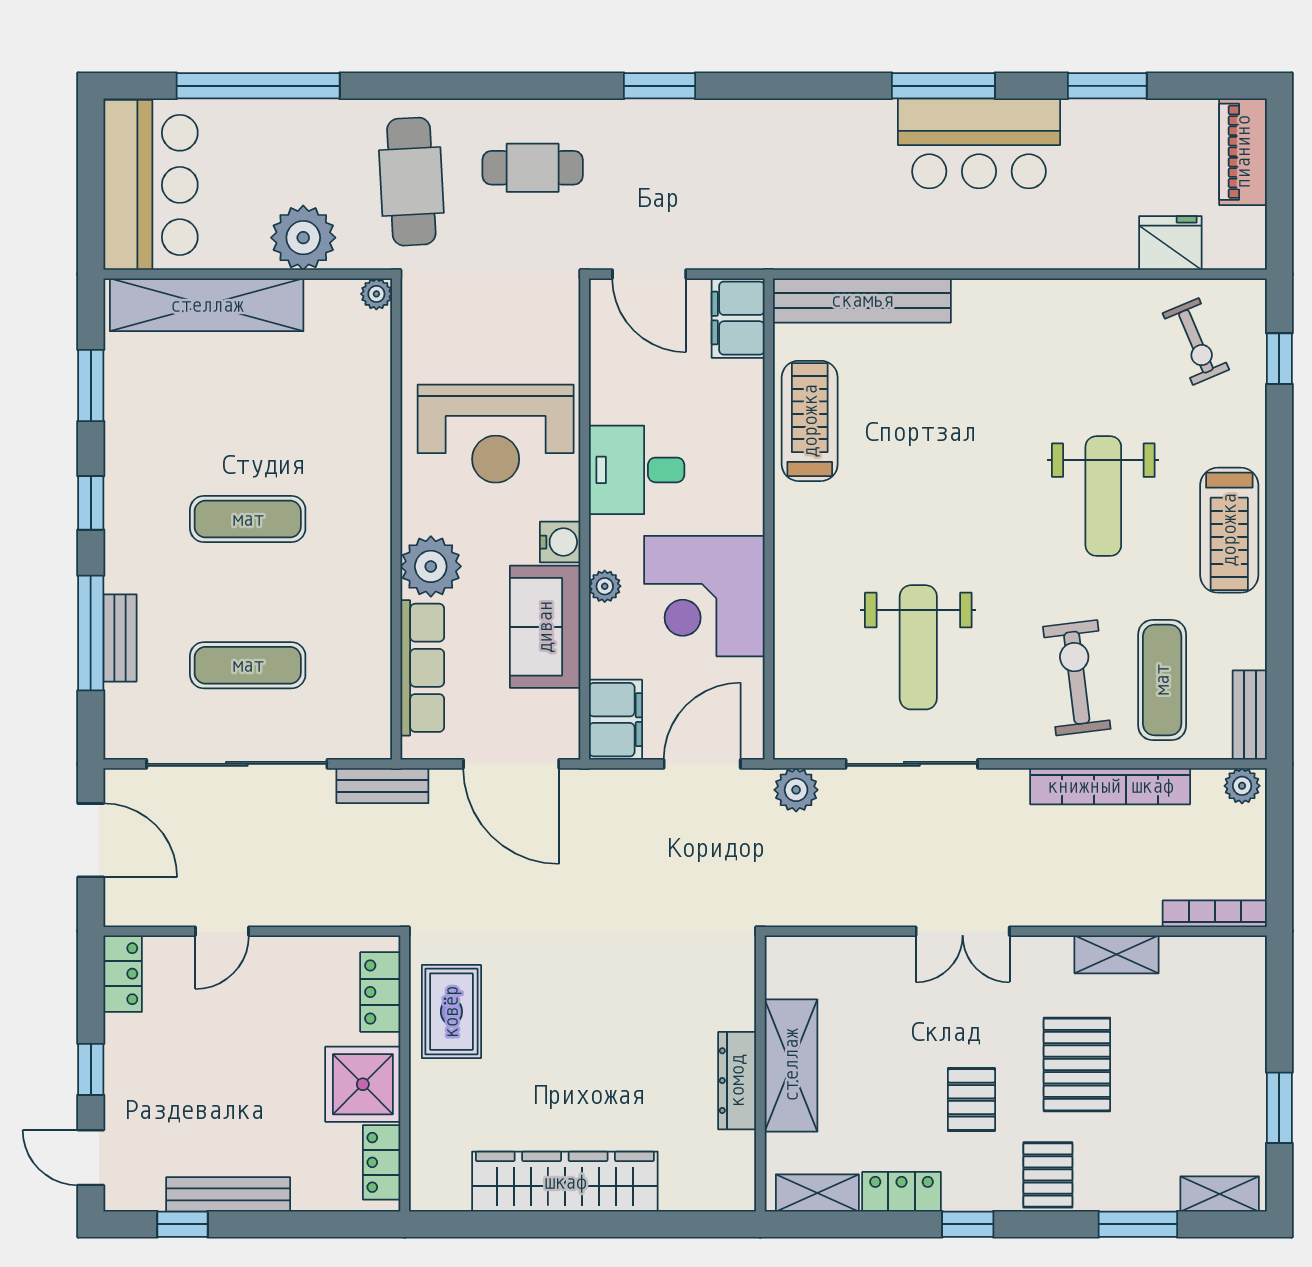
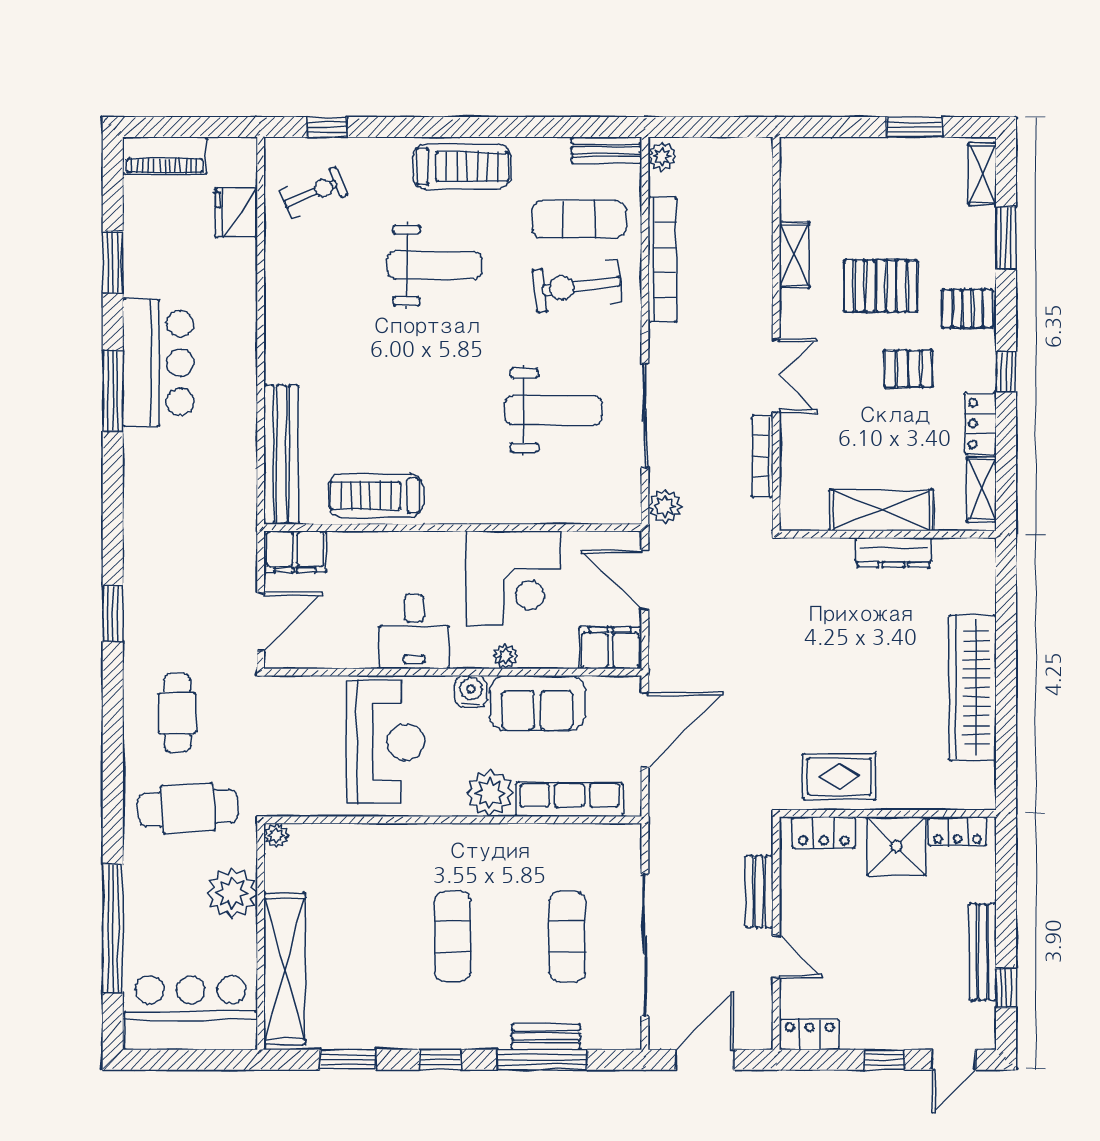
bench: (382, 786) -> (759, 892), moved
bookcase: (1215, 914) -> (762, 456), moved

